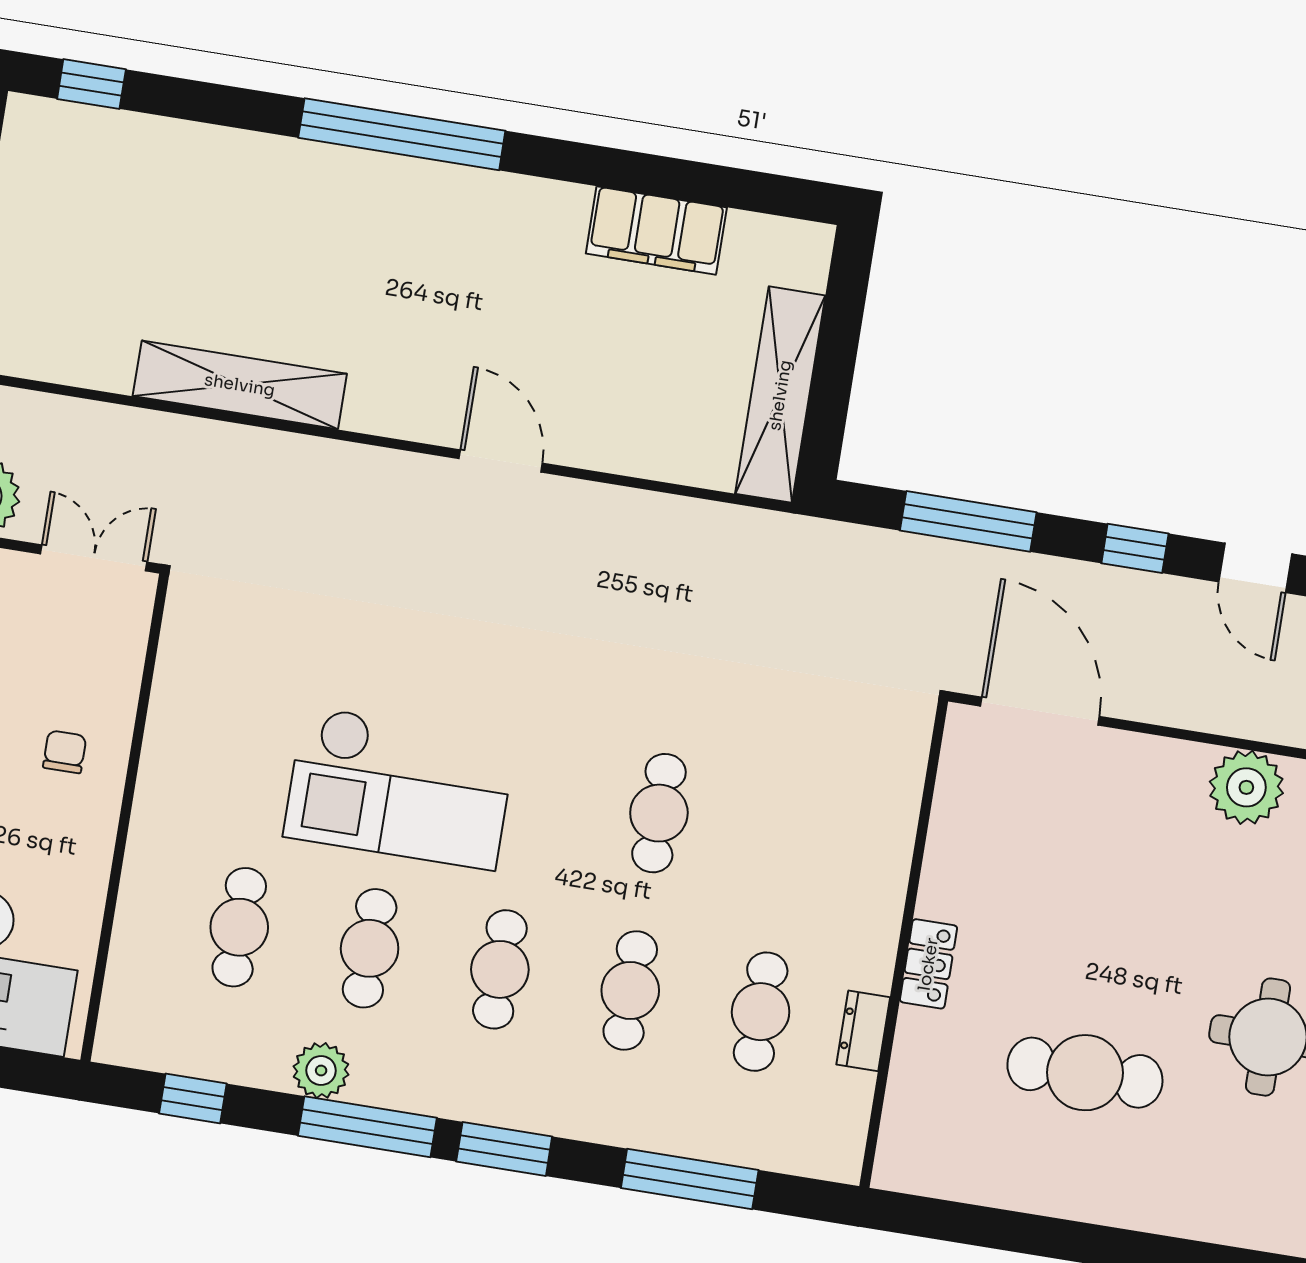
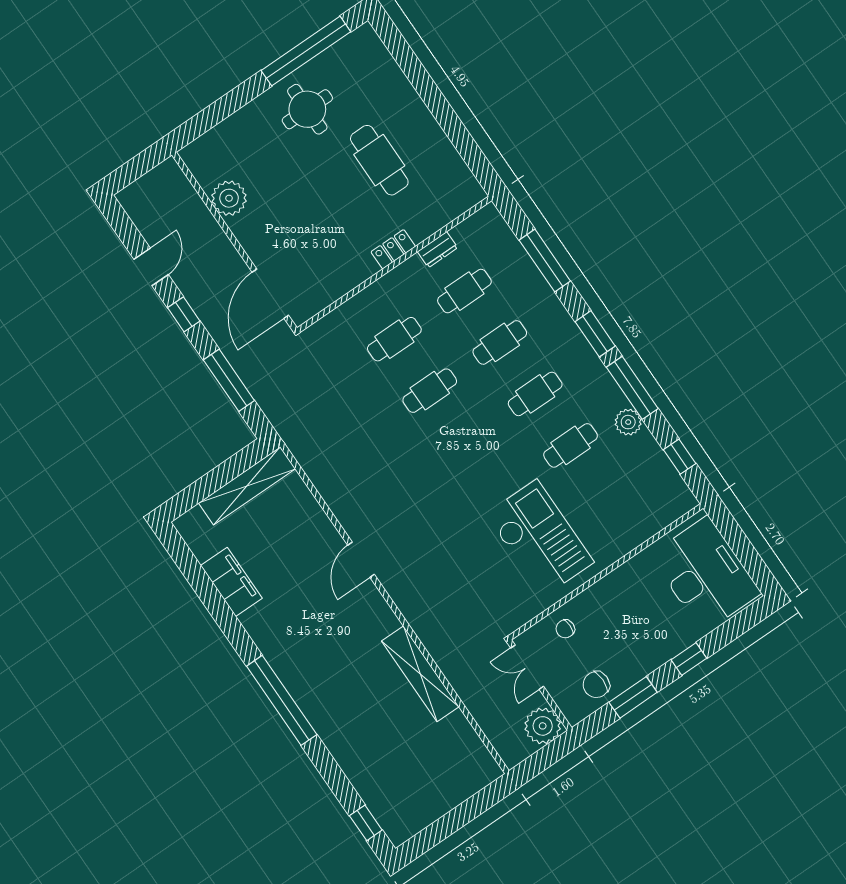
chair: (65, 752) -> (565, 629), moved
checkout: (400, 788) -> (540, 538), moved
cafe table: (239, 927) -> (394, 339), moved

